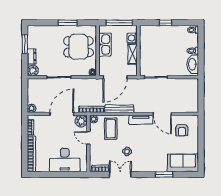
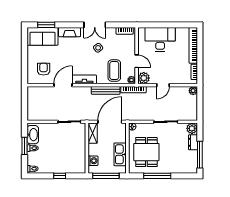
window: (68, 23) -> (157, 176), width x1.44
window: (25, 44) -> (200, 155), width x1.44
dining table: (78, 47) -> (146, 152), turned 90
window: (201, 53) -> (25, 146), added
shelving: (133, 54) -> (93, 133), moved
door: (62, 114) -> (163, 85), width x0.53
door: (162, 114) -> (63, 85), hinge flipped
fireplace: (156, 167) -> (70, 32), added
double door: (120, 174) -> (95, 25), moved
window: (164, 174) -> (46, 25), moved

